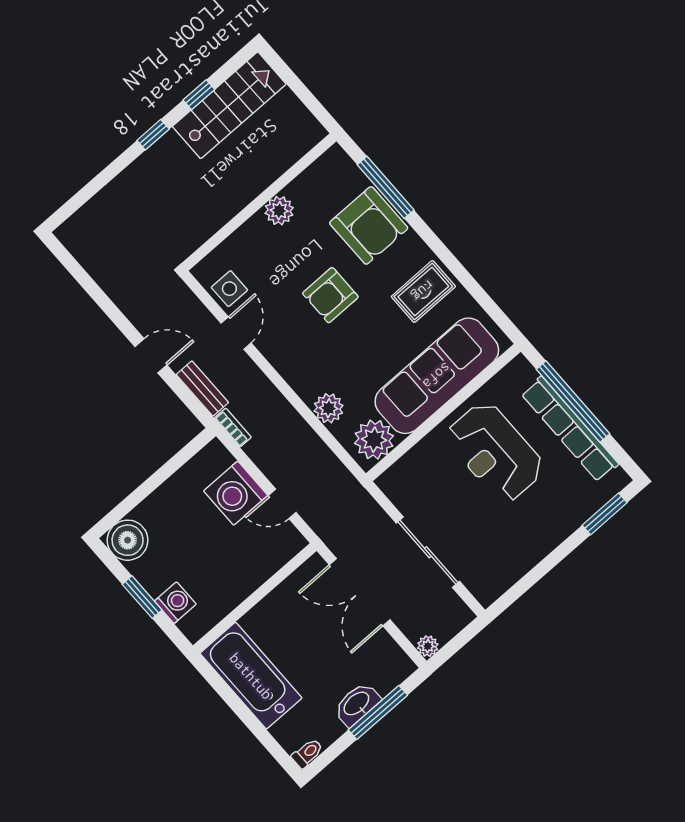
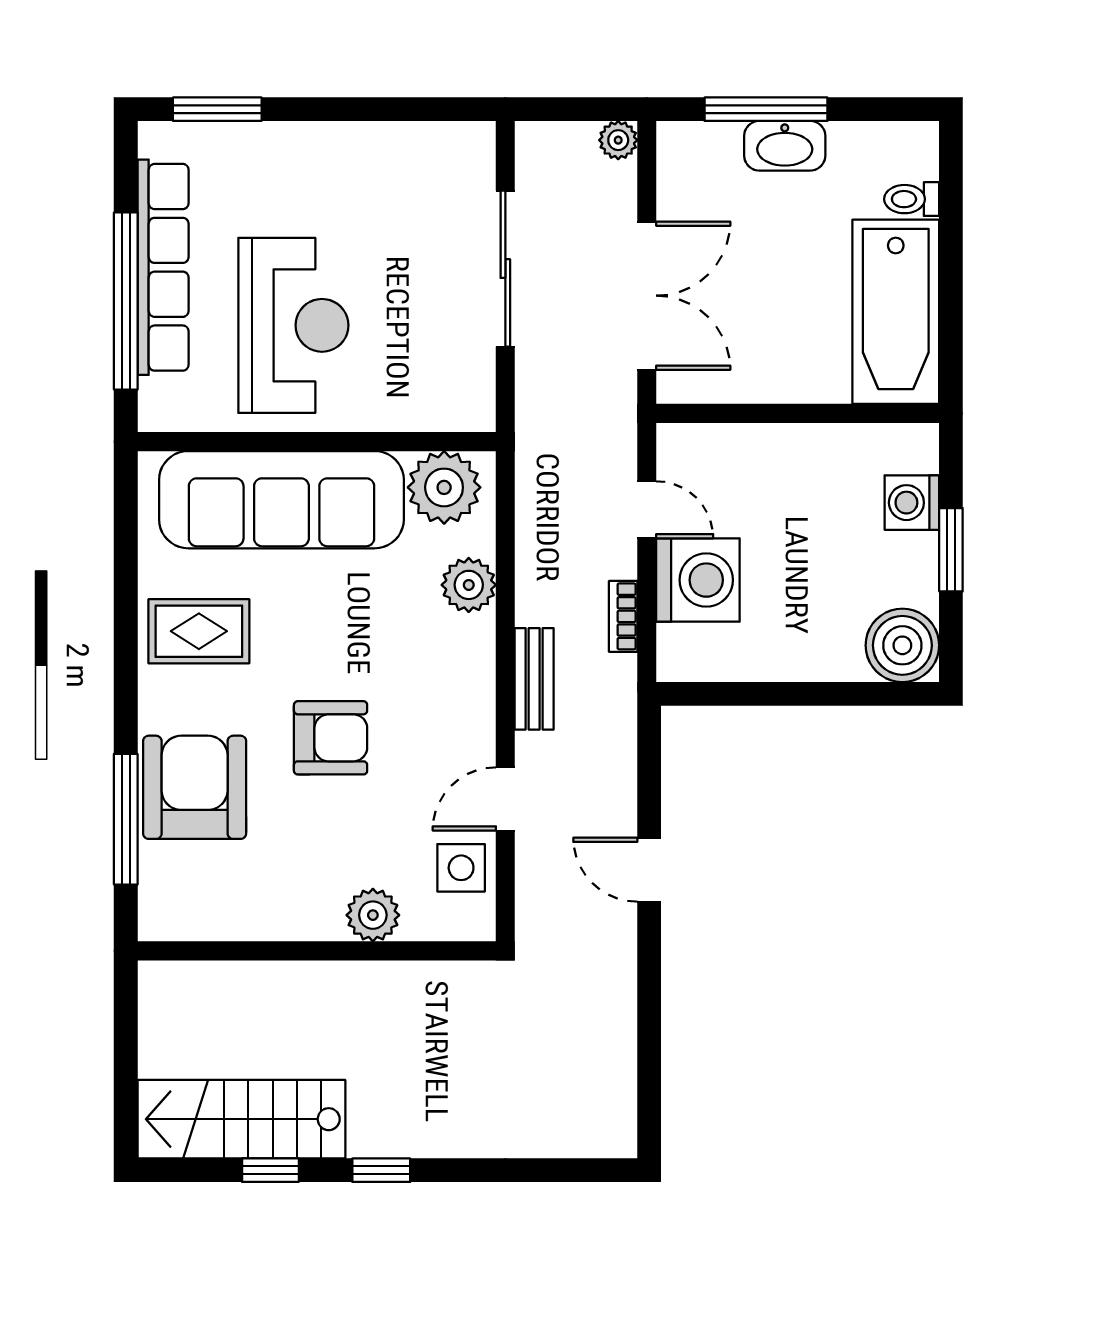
plant: (279, 211) -> (373, 915), moved
bench: (202, 389) -> (534, 679), moved
bookcase: (233, 428) -> (623, 616), moved
toilet: (307, 753) -> (912, 199), moved

